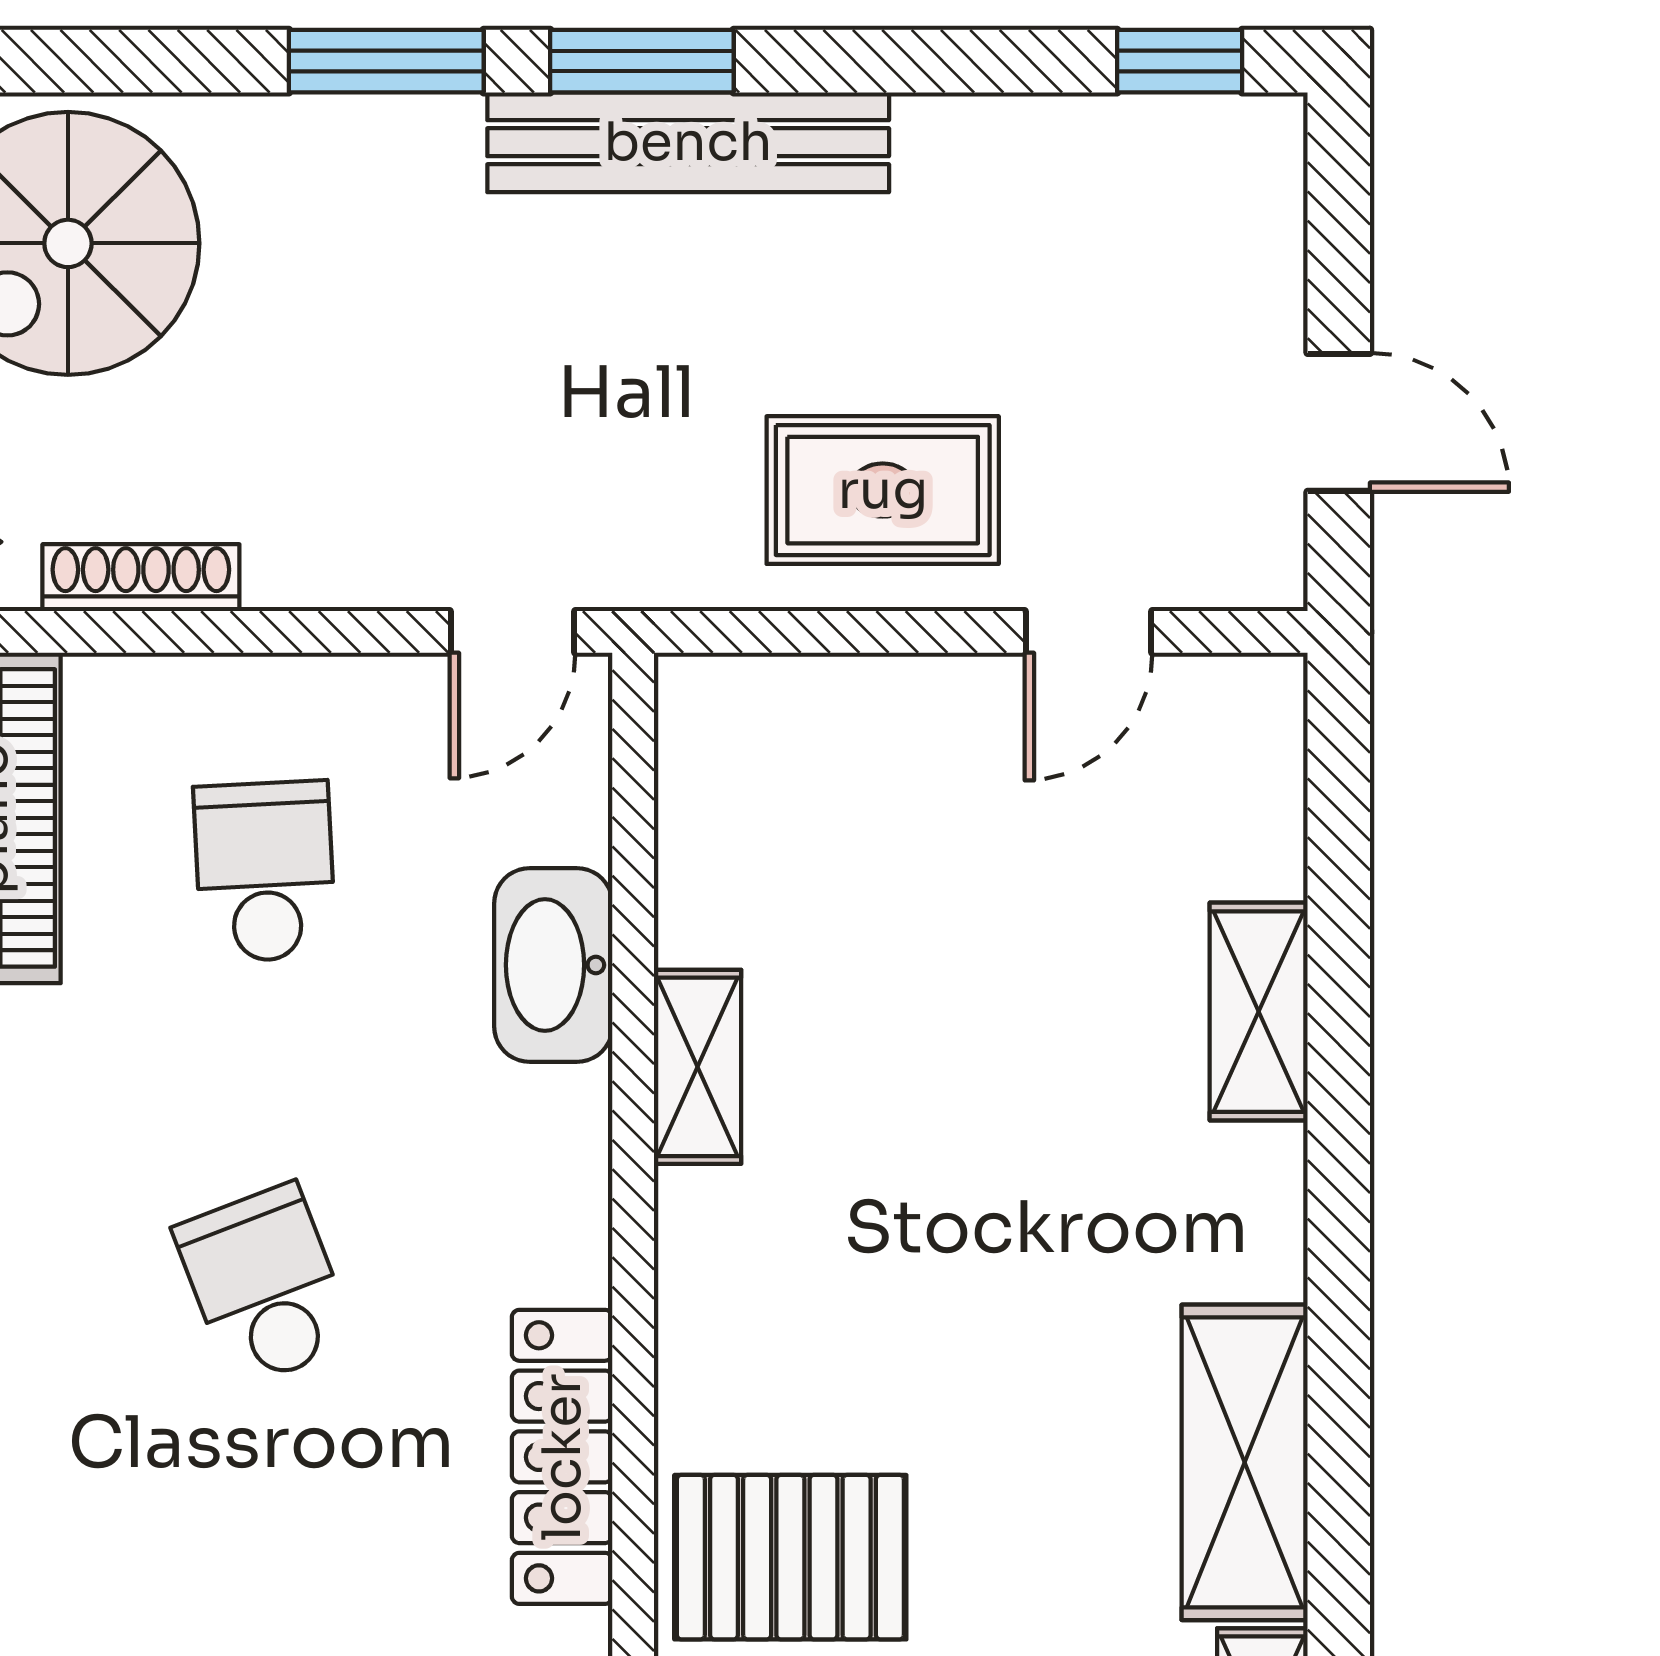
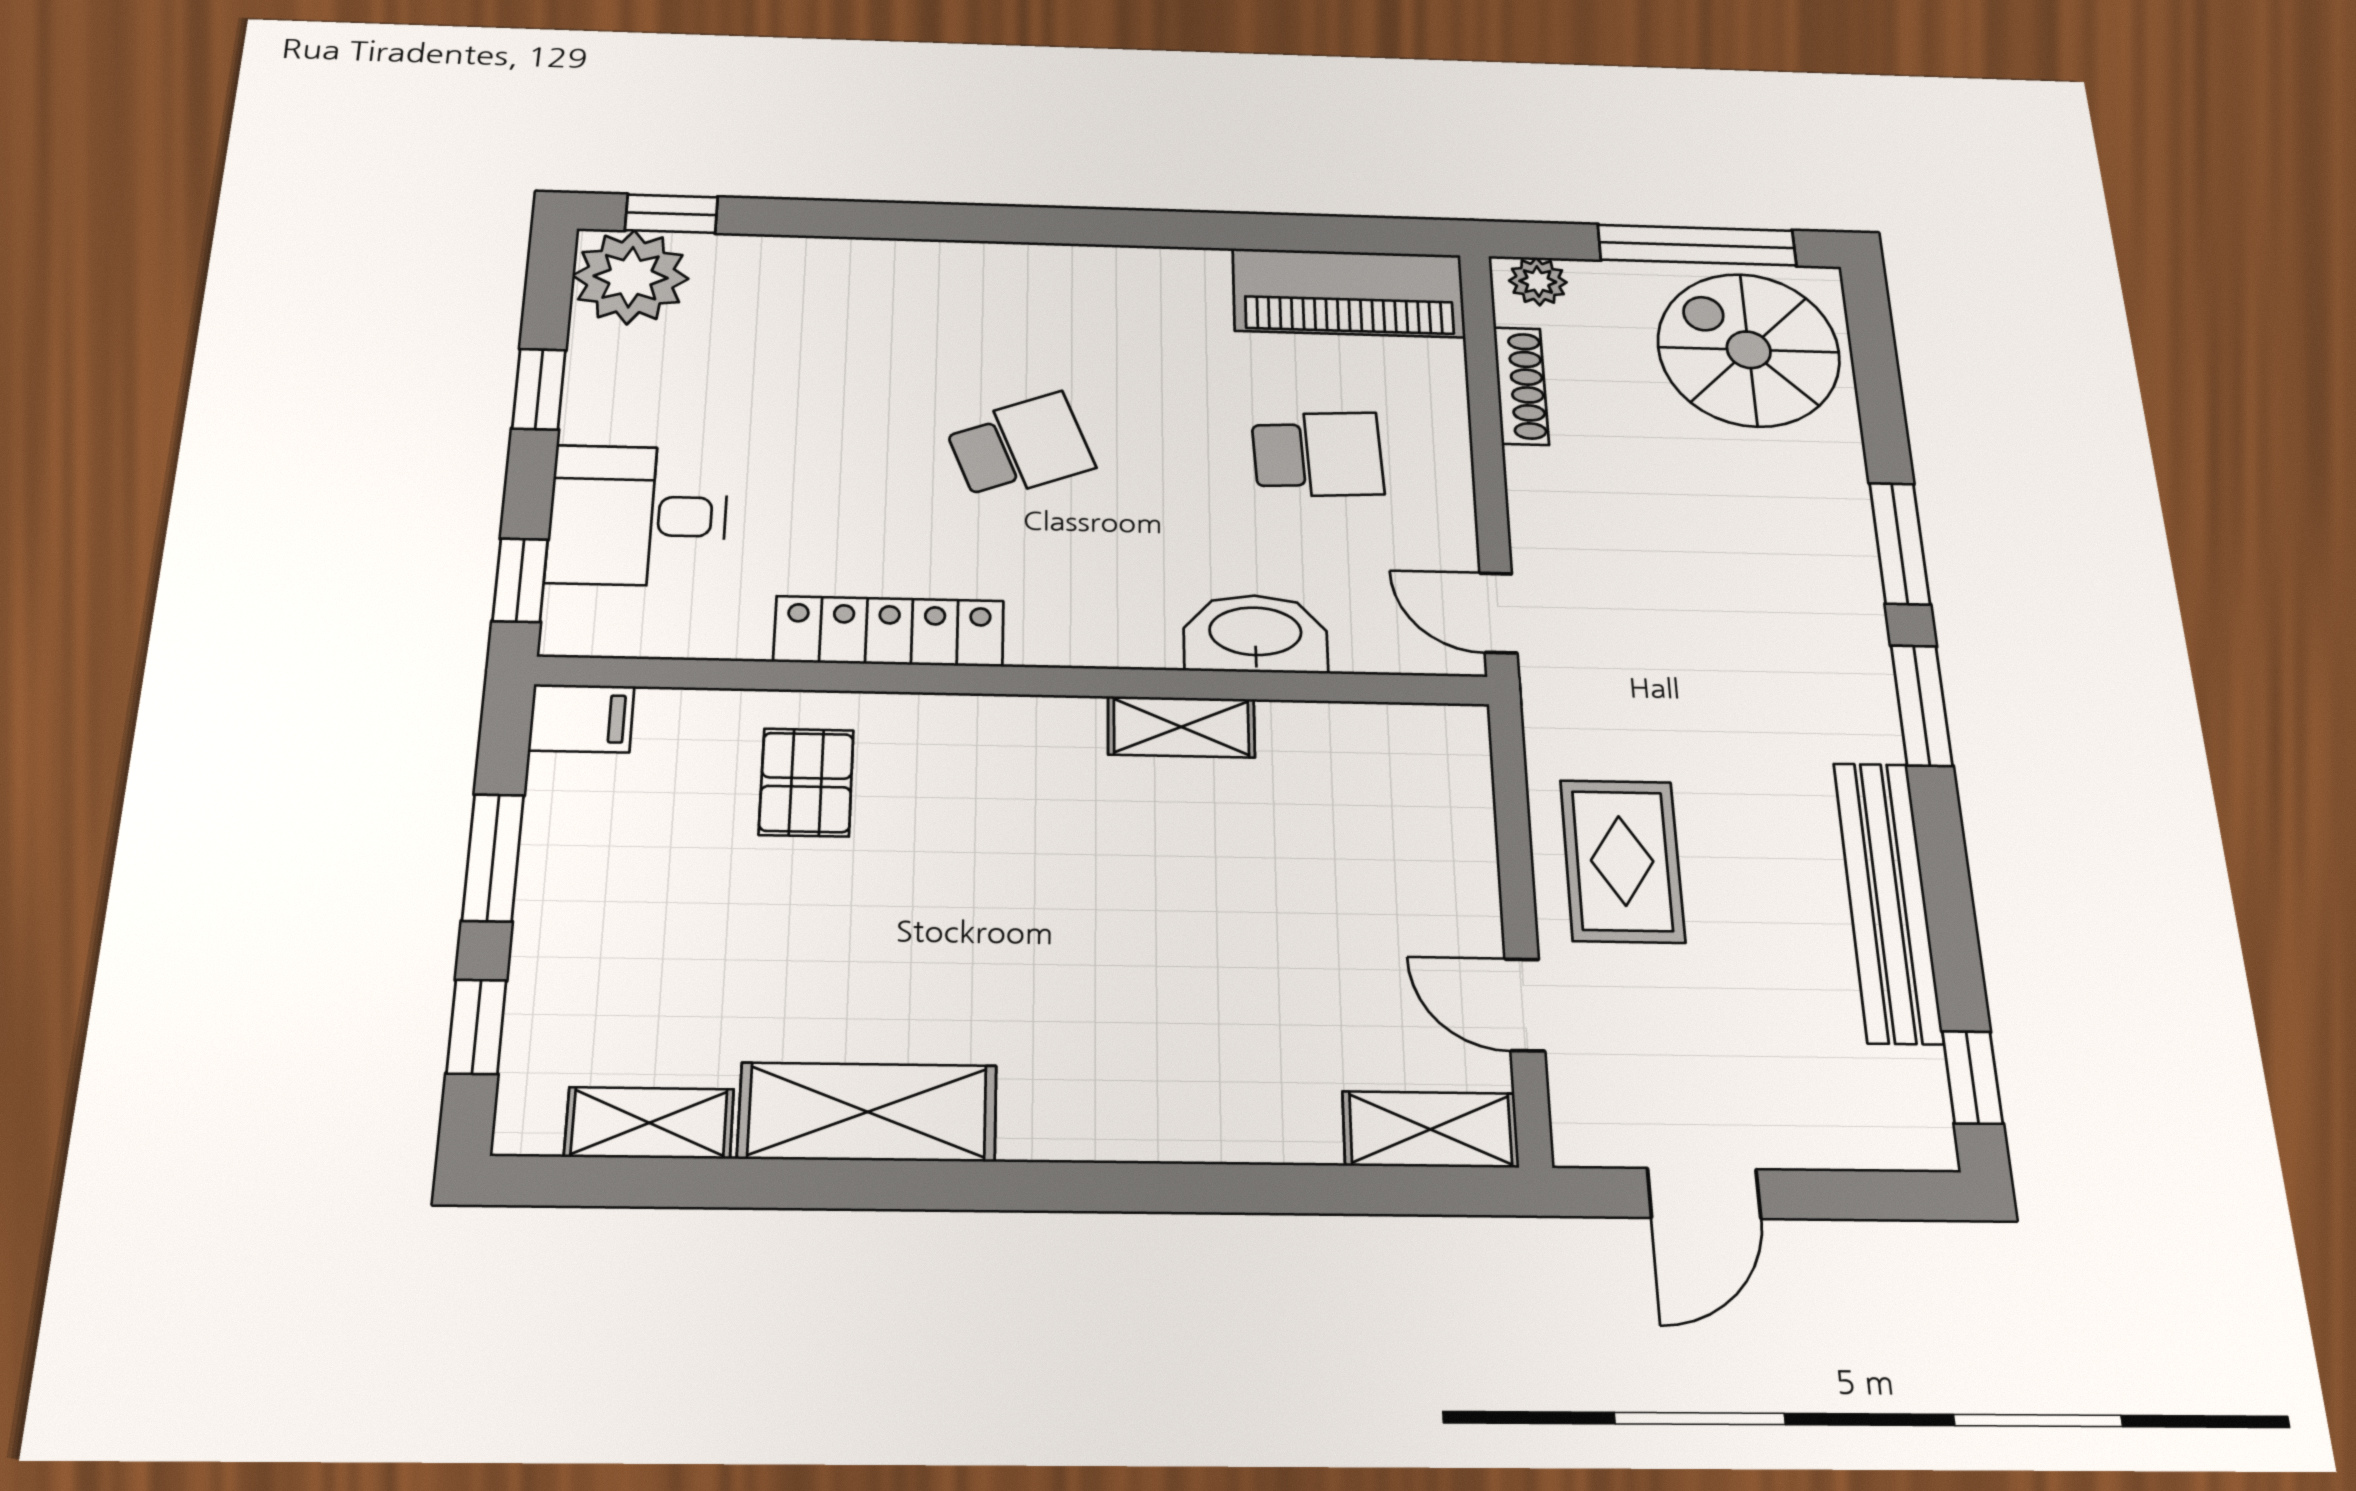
bench: (688, 142) -> (1888, 901), moved
shelving: (1259, 1012) -> (1430, 1129), moved
pallet: (790, 1557) -> (806, 782), width x0.67, depth x0.71

